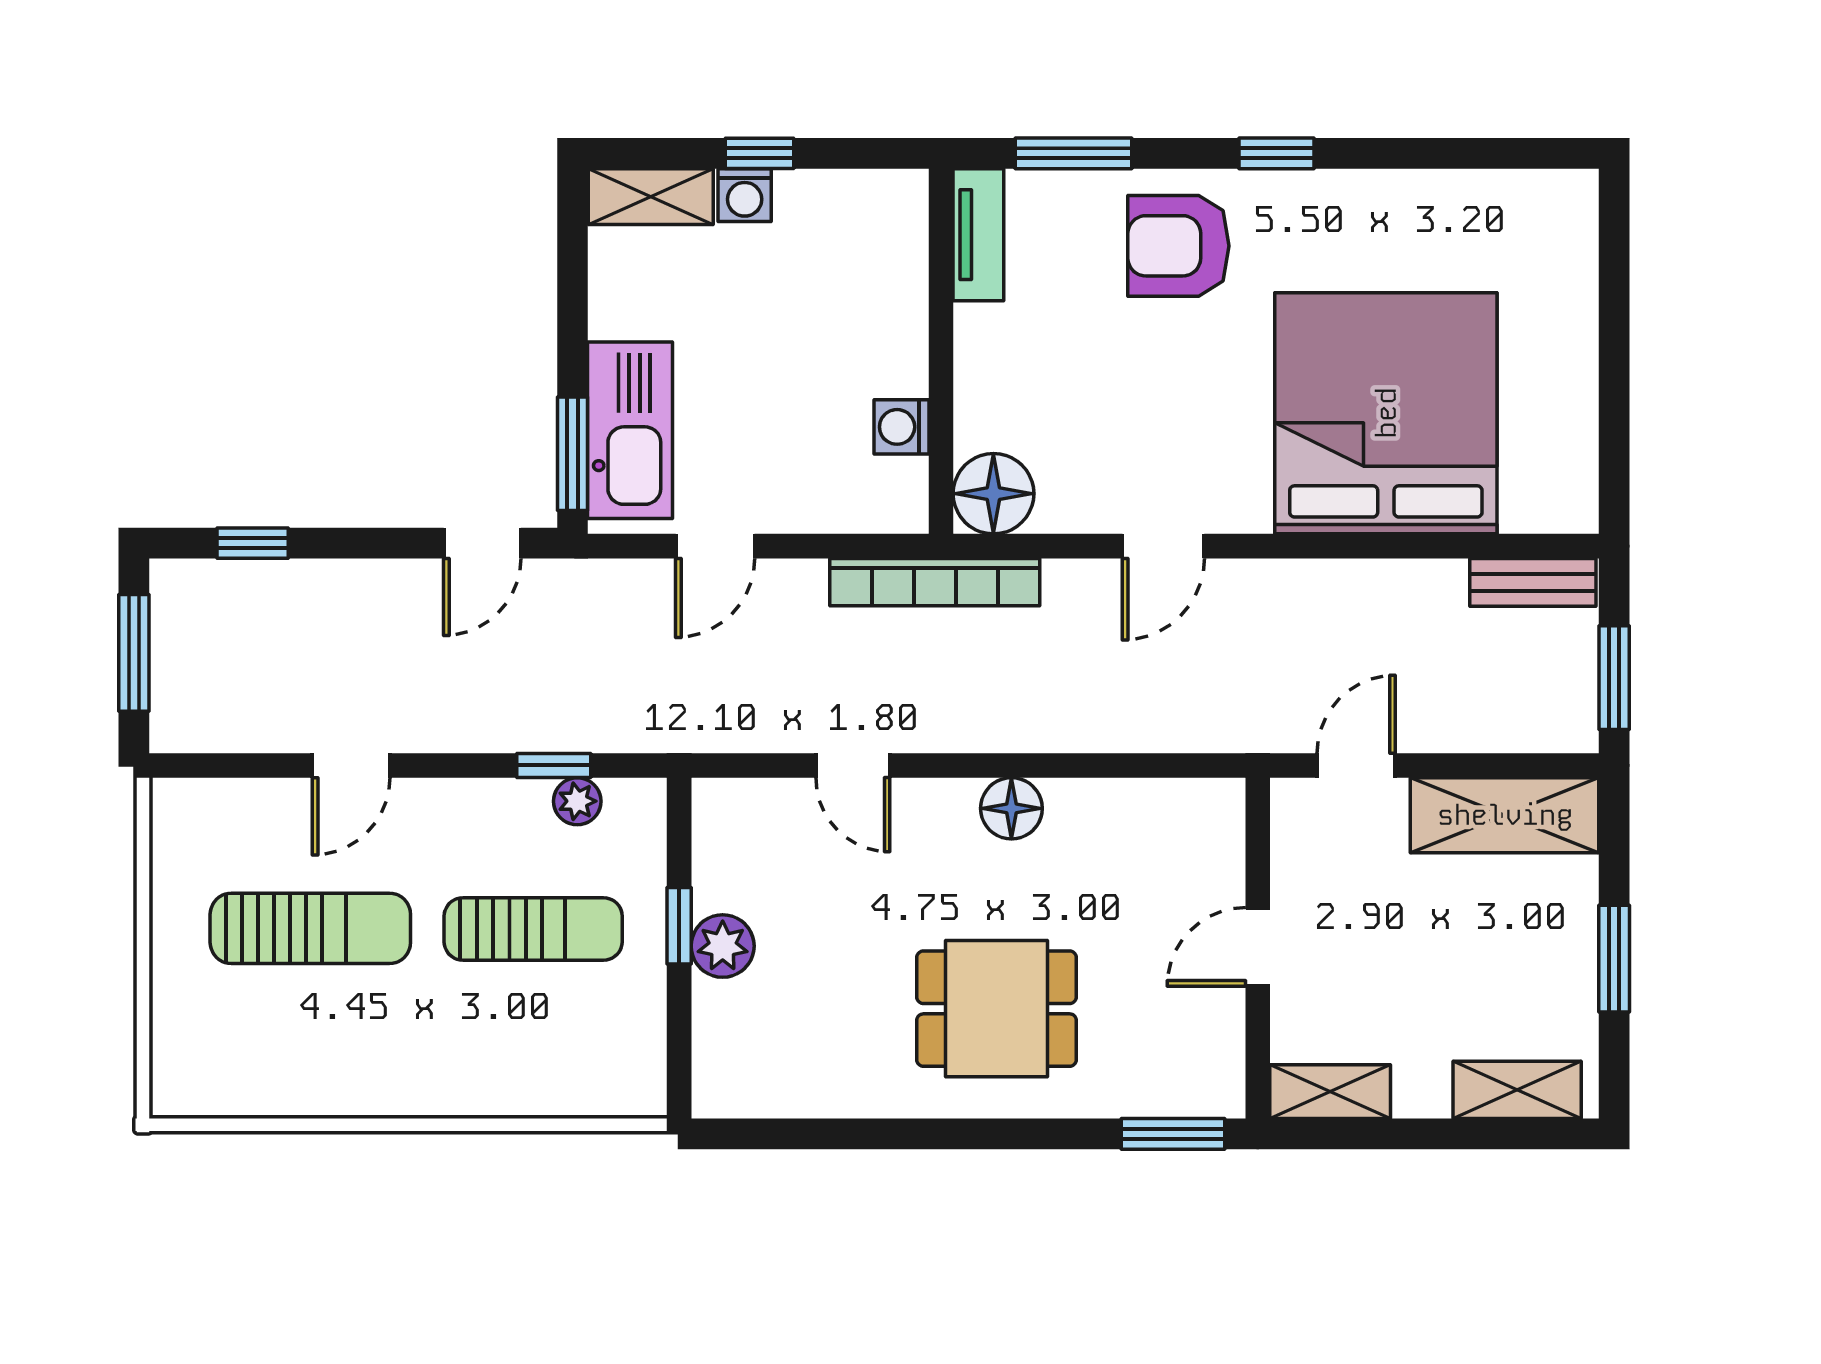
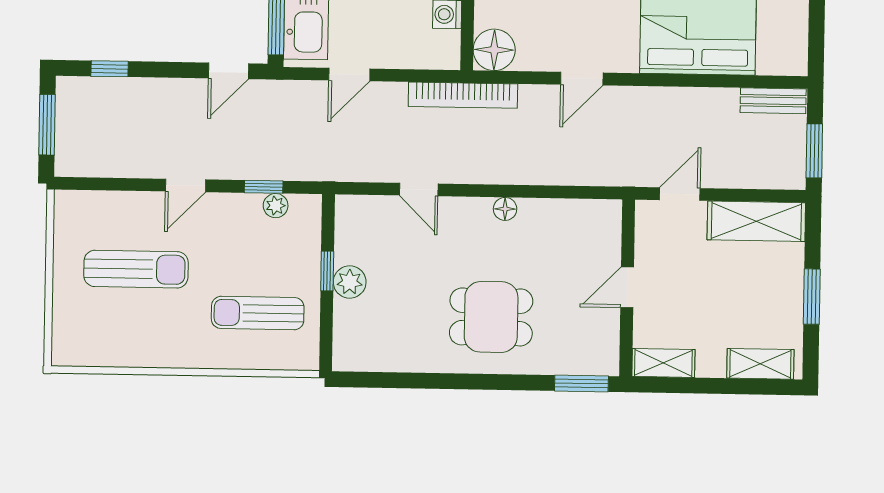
door: (351, 765) -> (186, 185), moved
floor lamp: (1011, 808) -> (505, 209), width x0.73, depth x0.73
sun lounger: (533, 929) -> (258, 313), moved, turned 180

